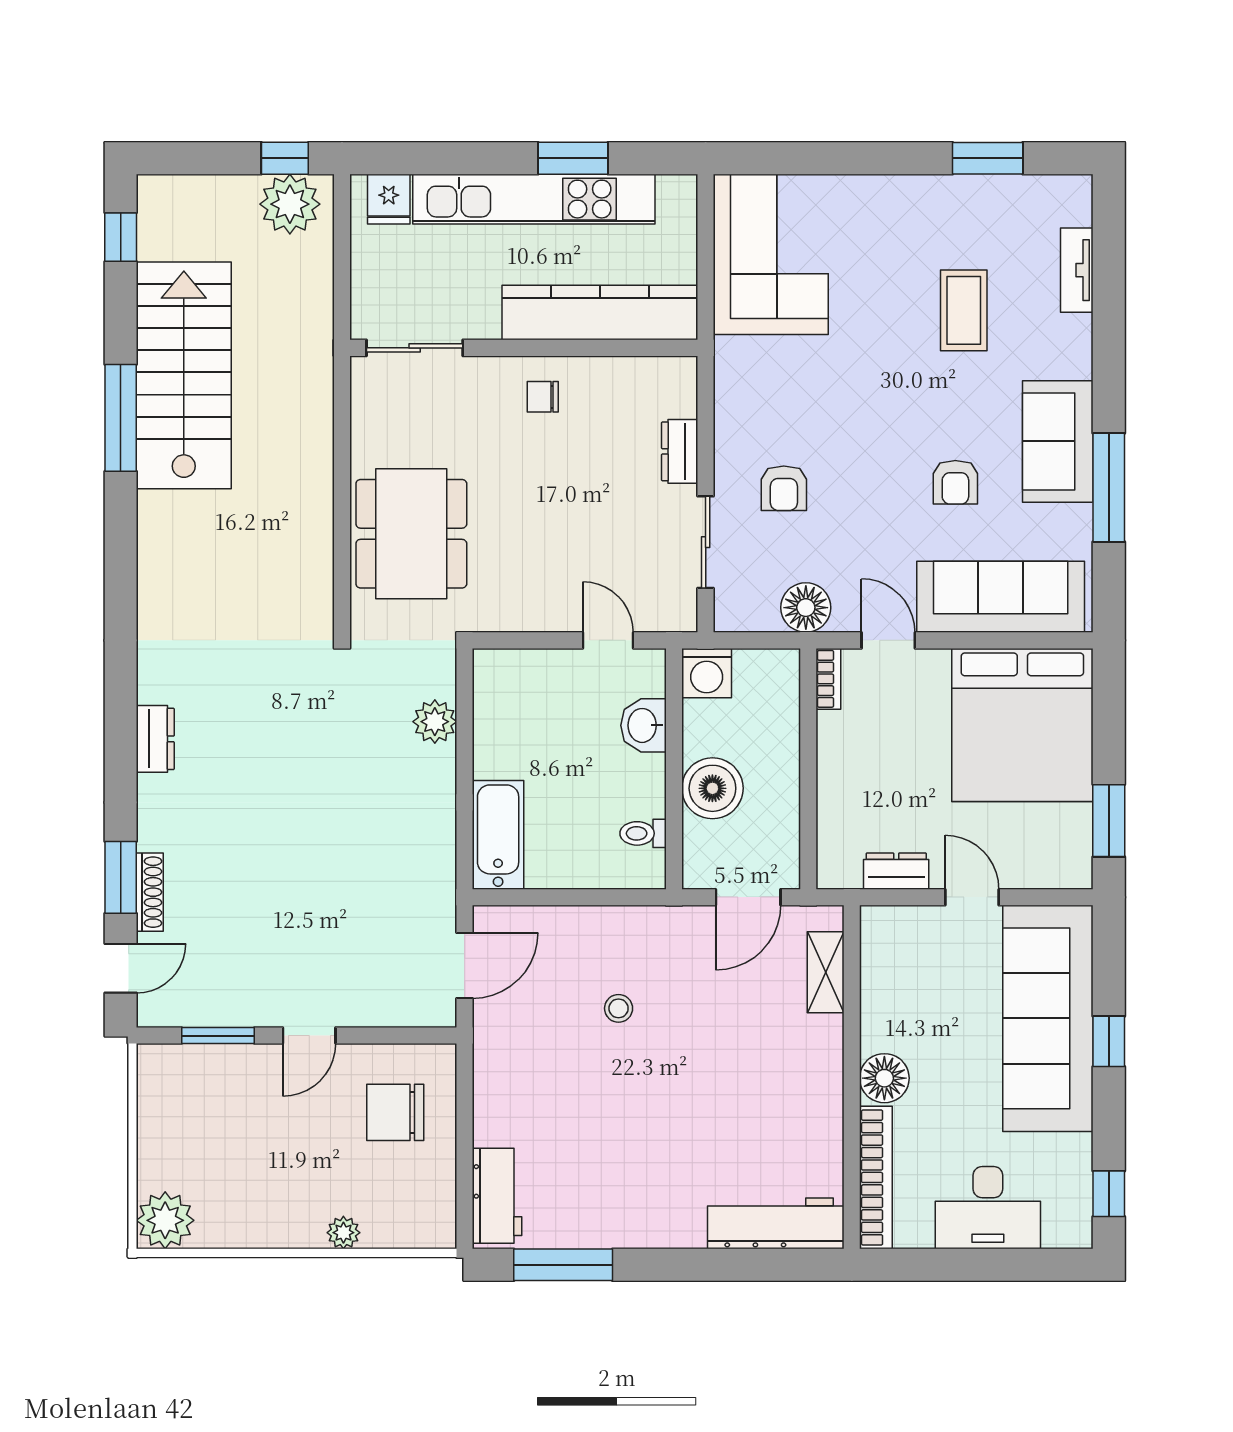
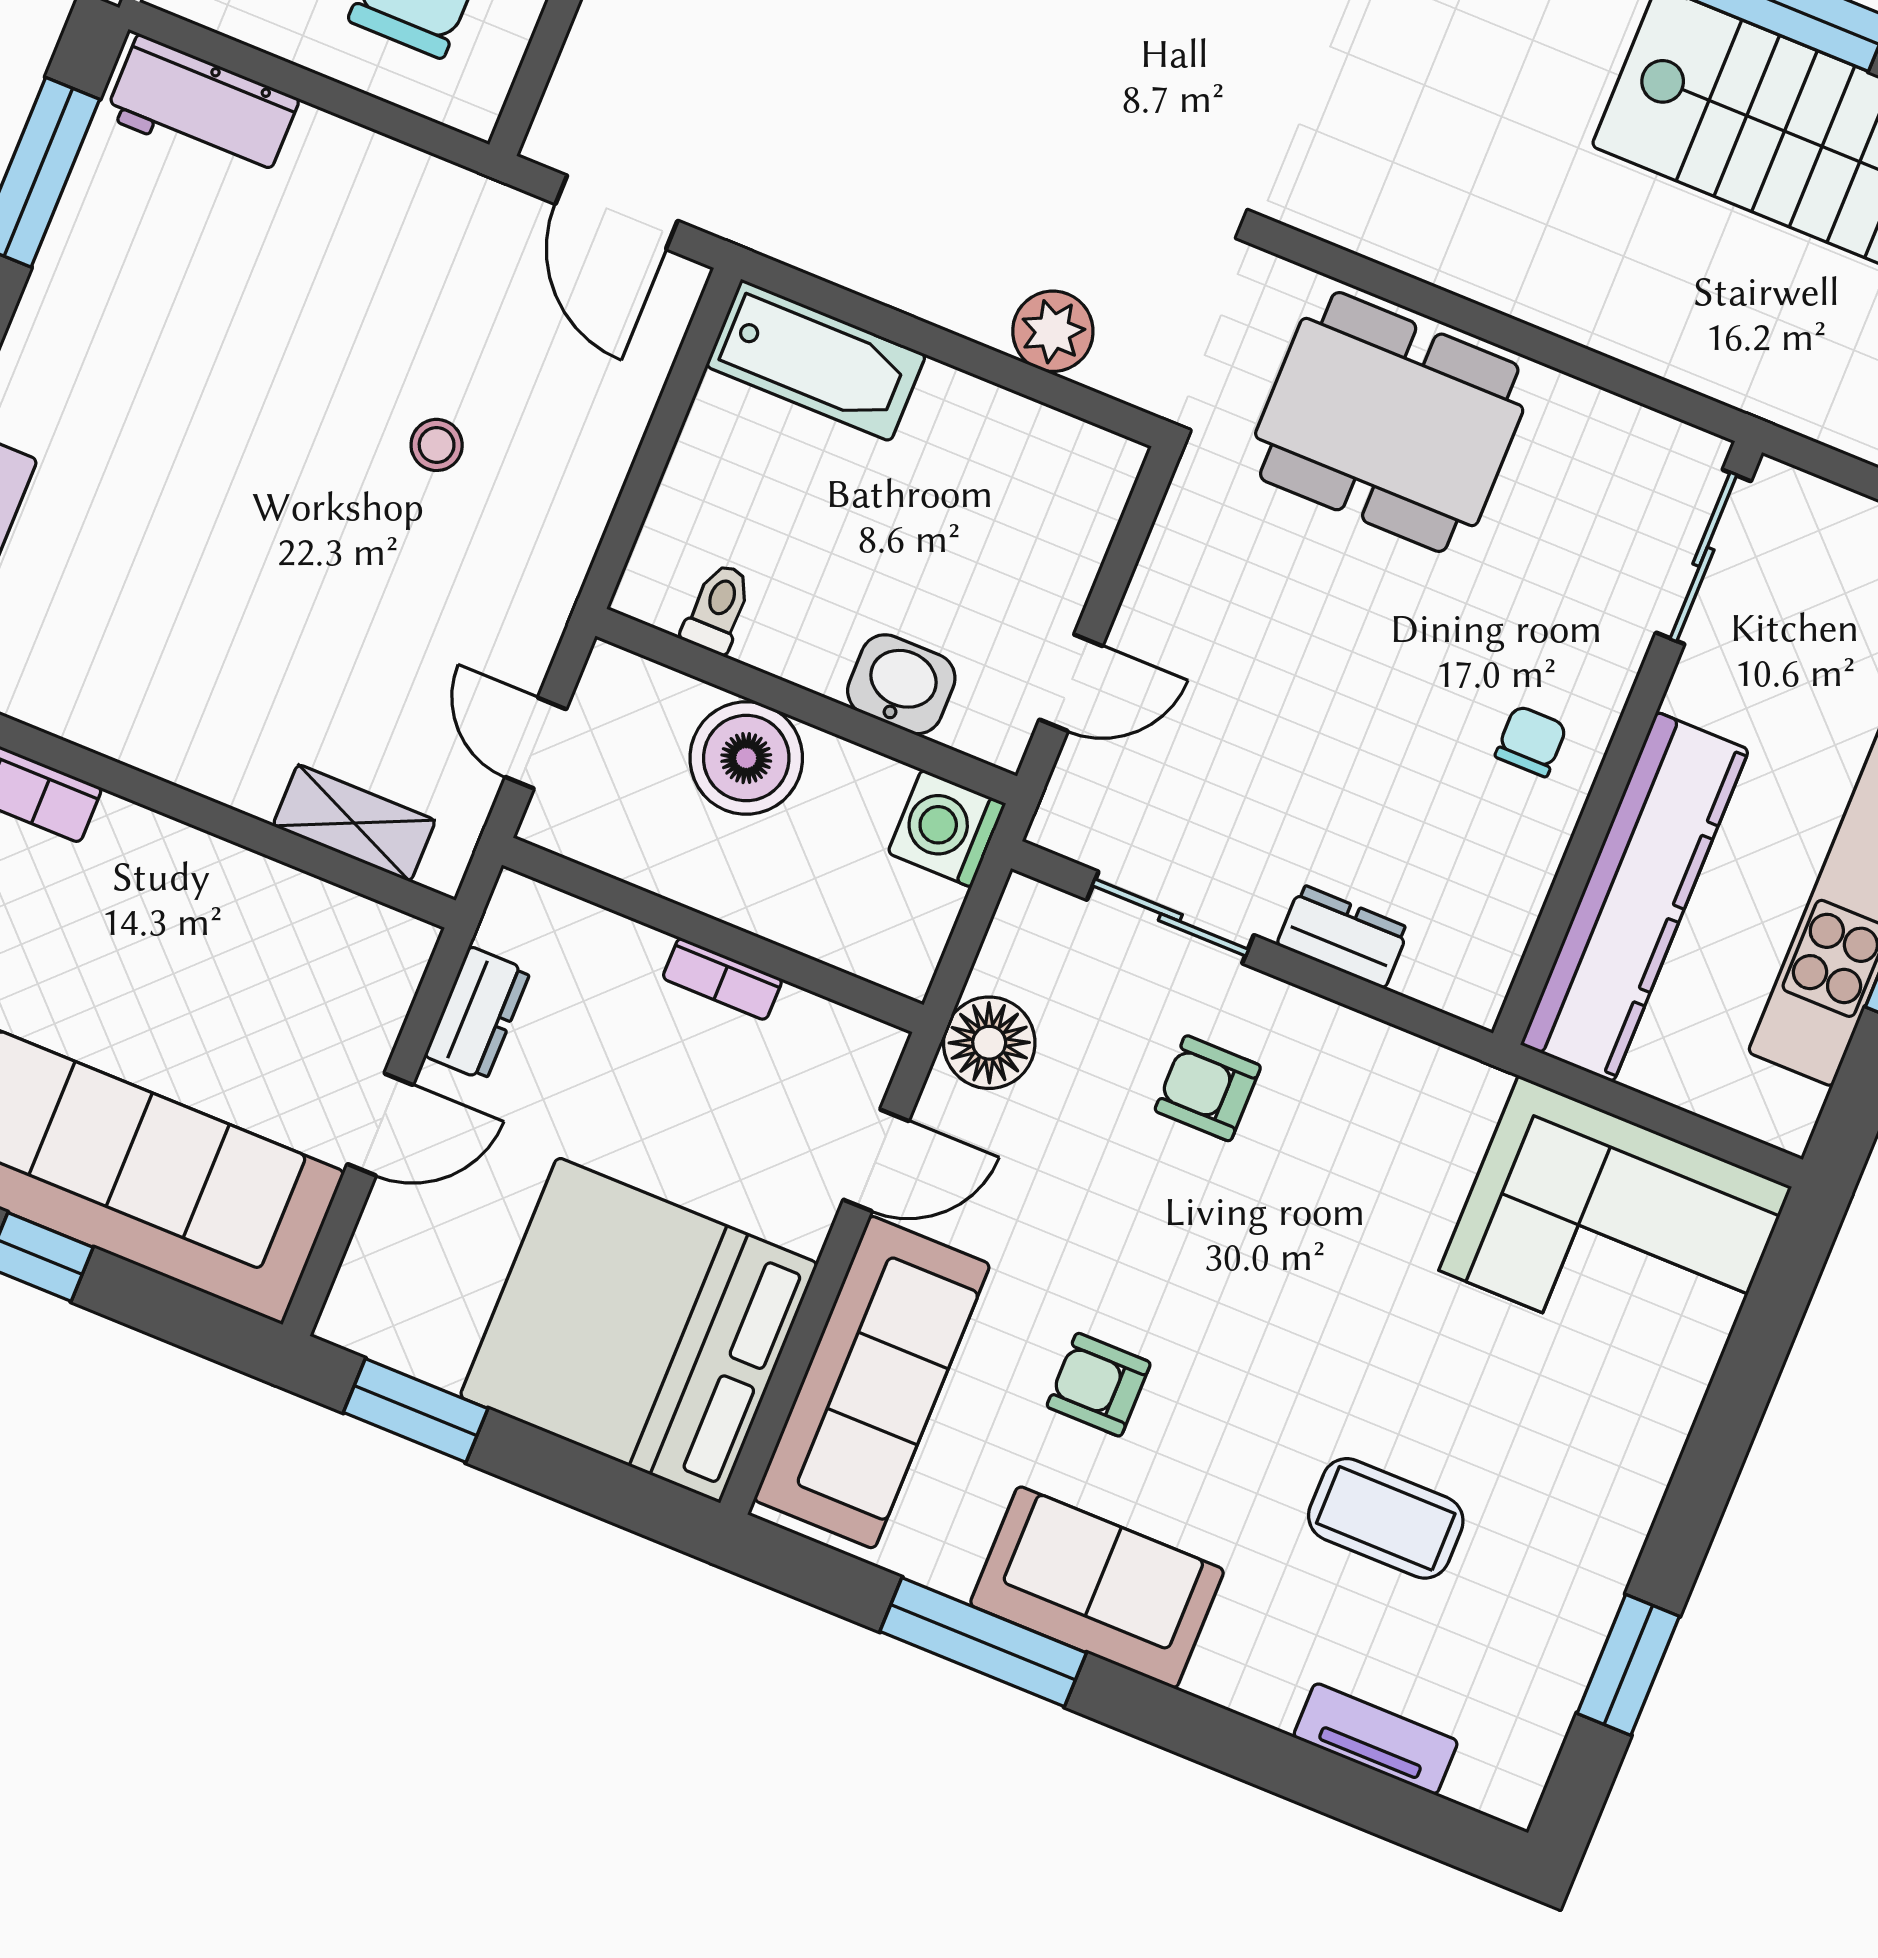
bookcase: (828, 679) -> (722, 979), moved
door: (748, 897) -> (536, 743), width x0.73
floor lamp: (884, 1078) -> (133, 849), removed

